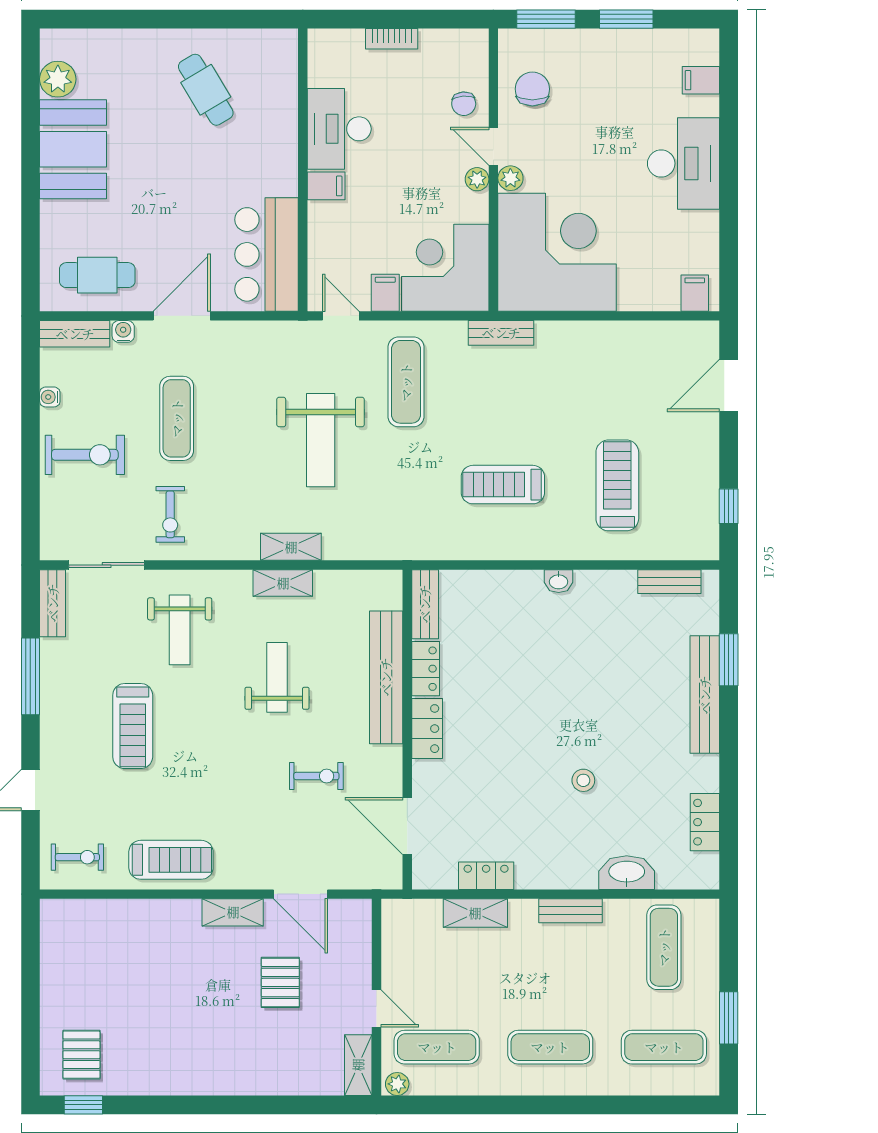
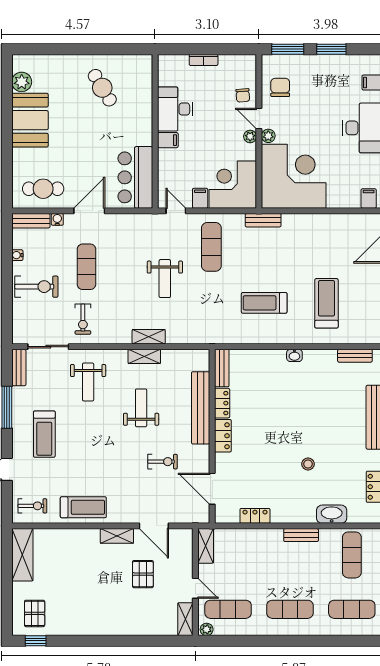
weight bench: (321, 440) -> (165, 279), width x0.73, depth x0.75
treadmill: (133, 726) -> (44, 434), moved
shelving: (475, 913) -> (206, 546), moved, turned 90
shelving: (59, 947) -> (22, 555), added

